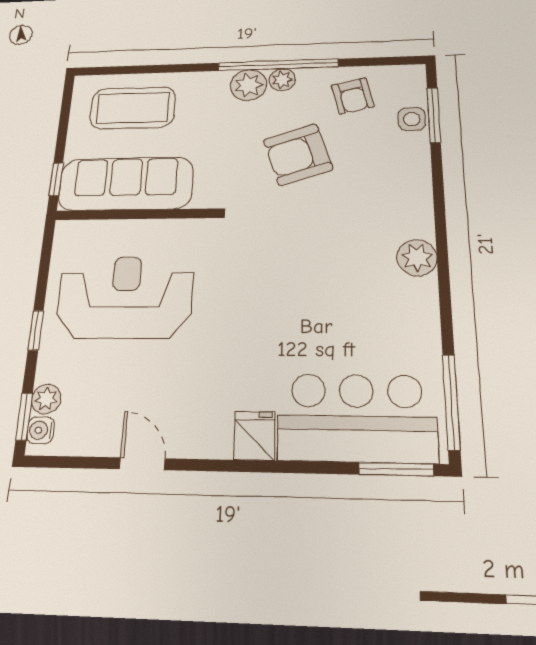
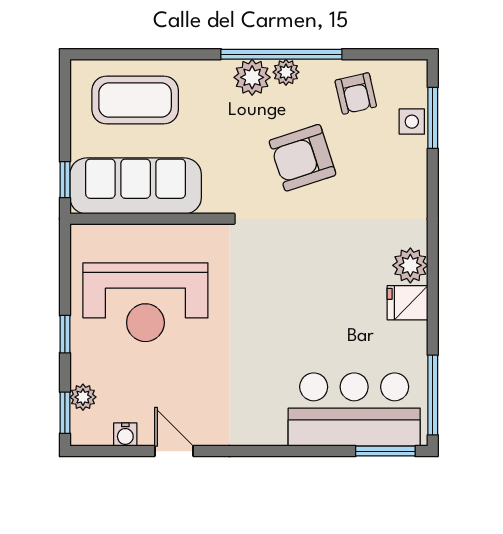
reception desk: (125, 297) -> (145, 302), turned 180
water cooler: (41, 430) -> (125, 435), moved, turned -90
fridge: (254, 436) -> (408, 303), moved, turned -90

